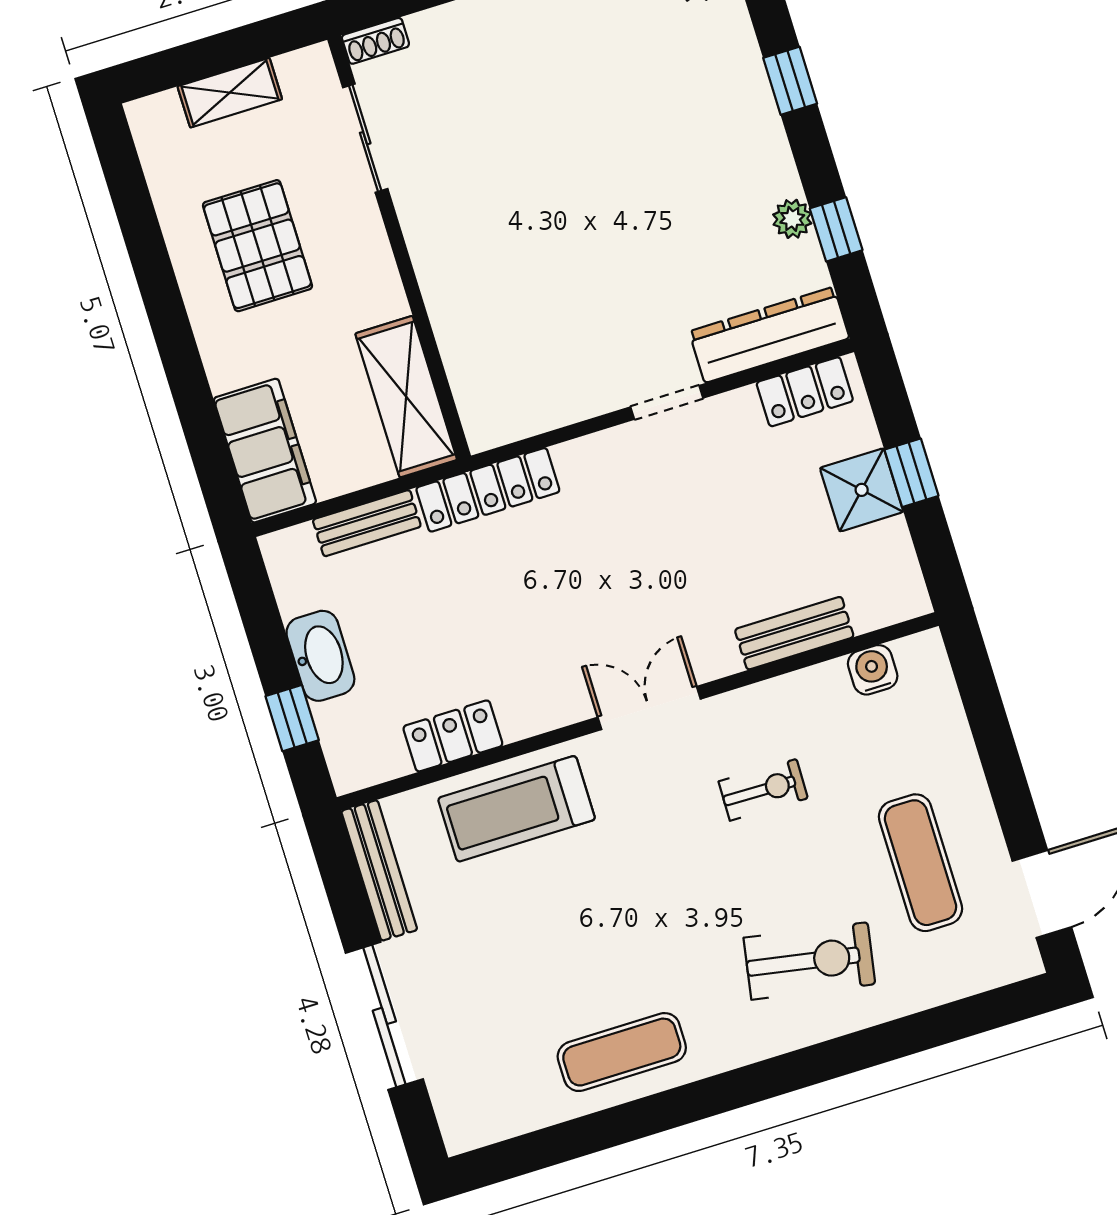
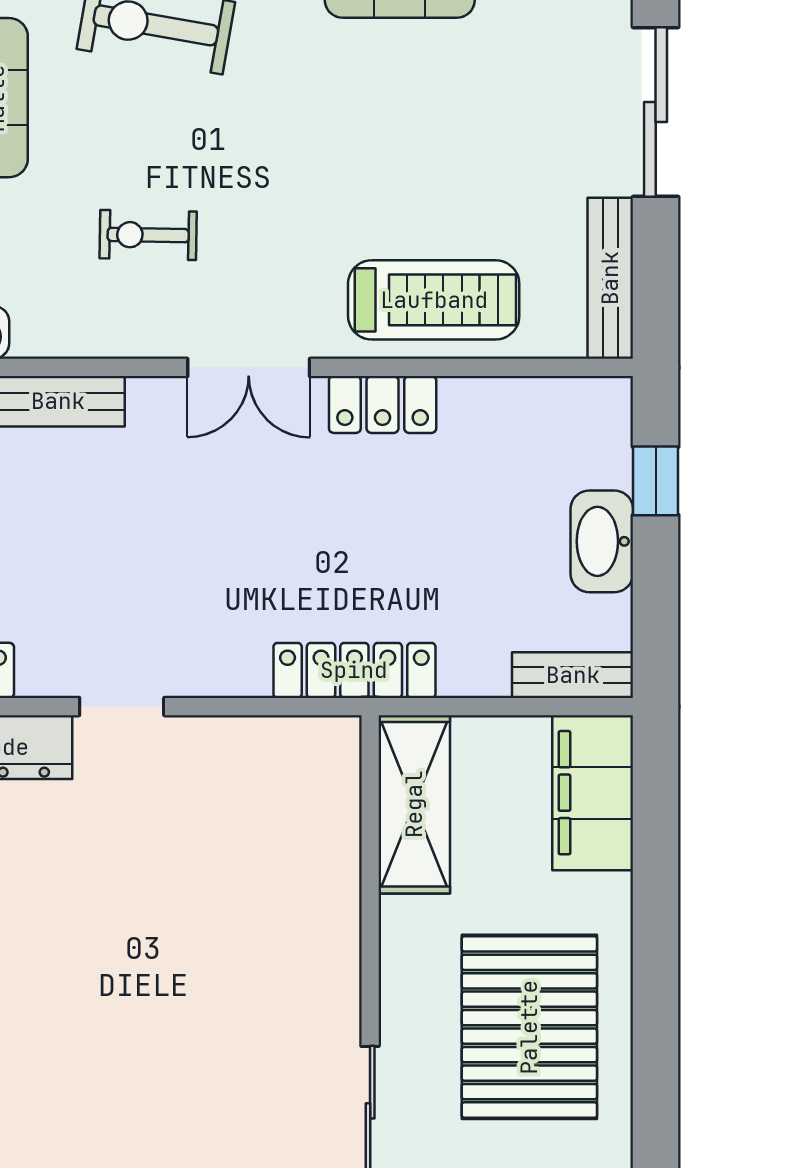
pallet: (258, 246) -> (529, 1027), width x1.37, depth x1.41
bench: (367, 523) -> (573, 675), moved
locker: (453, 736) -> (383, 404), moved

